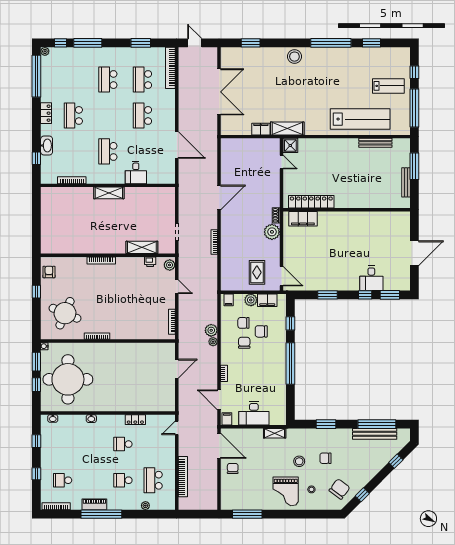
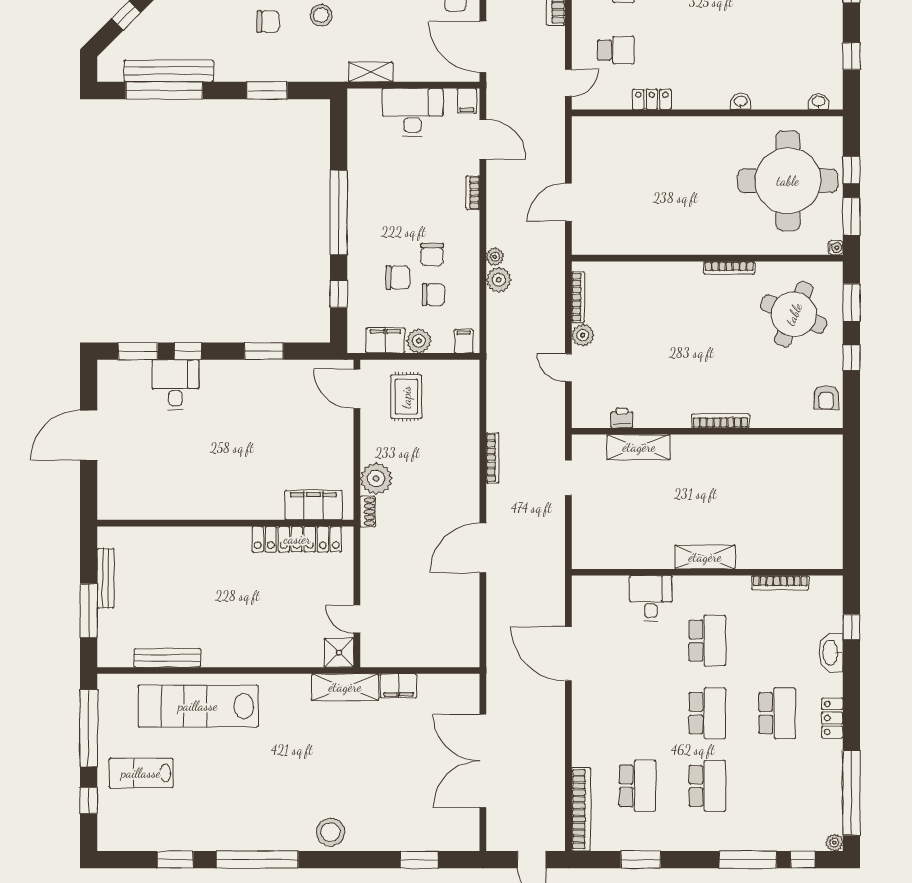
school desk: (142, 115) -> (707, 713), moved
plant: (170, 265) -> (583, 335), moved
window: (36, 319) -> (851, 303), added
school desk: (123, 444) -> (616, 50), moved

